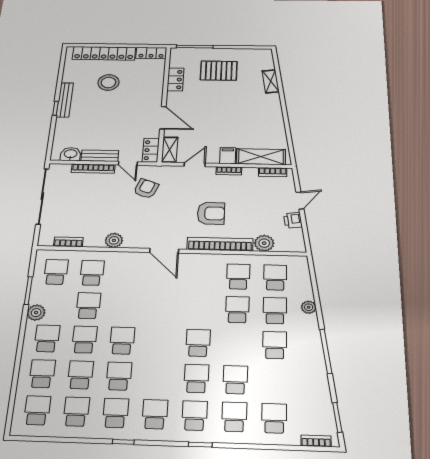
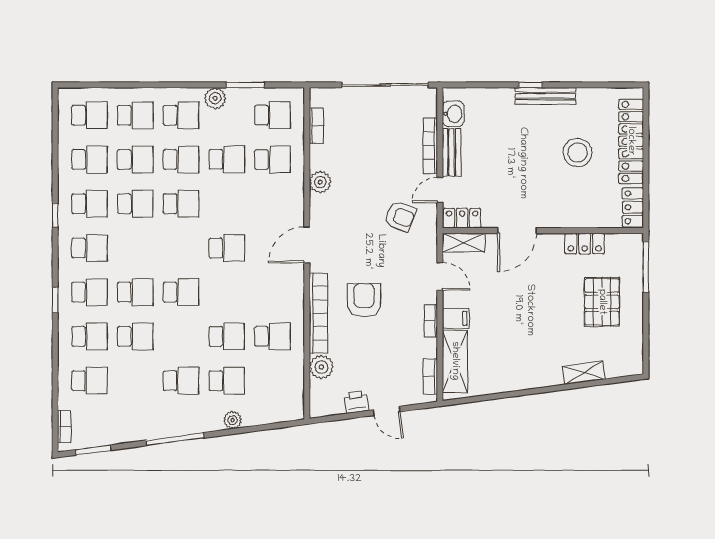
armchair: (211, 213) -> (364, 300), turned 180
school desk: (275, 277) -> (227, 248), moved

